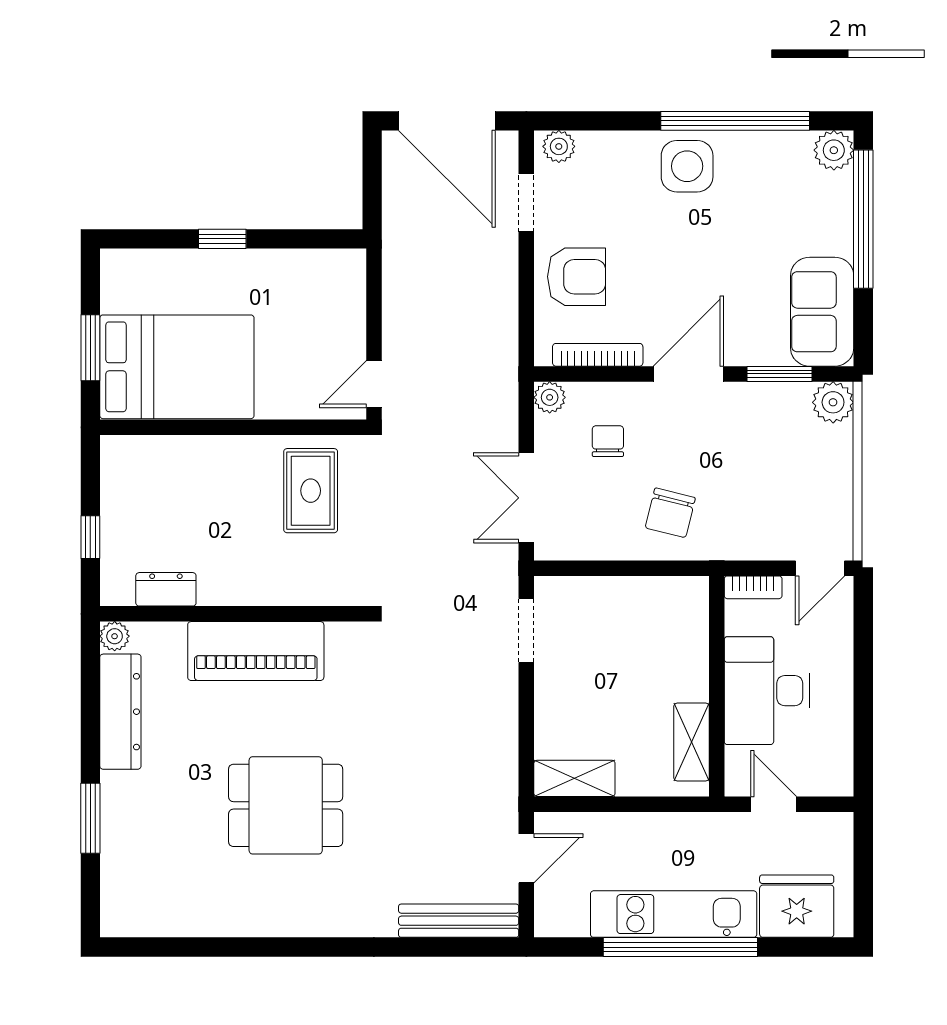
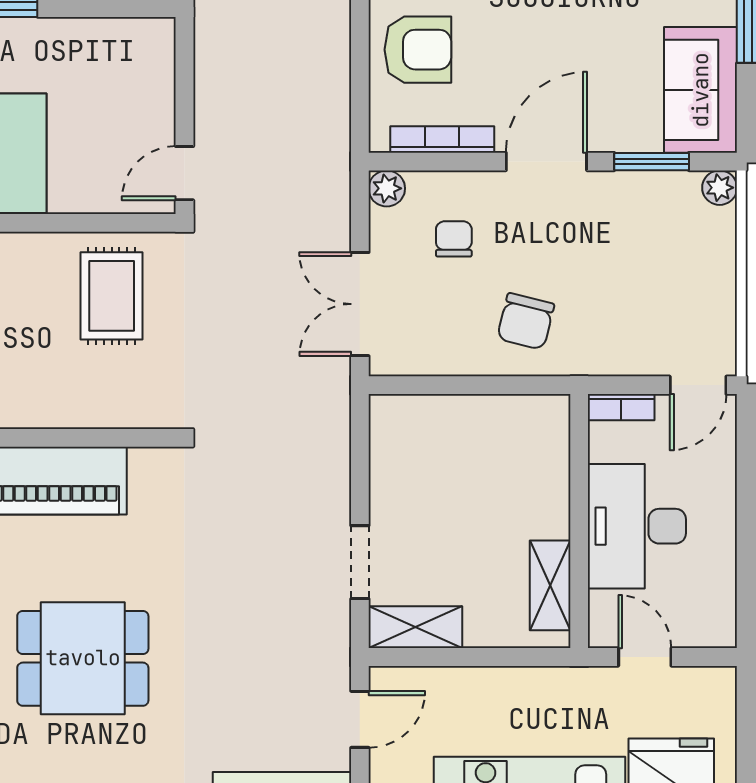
plant: (833, 402) -> (720, 188), width x0.73, depth x0.73
doorway: (526, 631) -> (360, 562), moved

